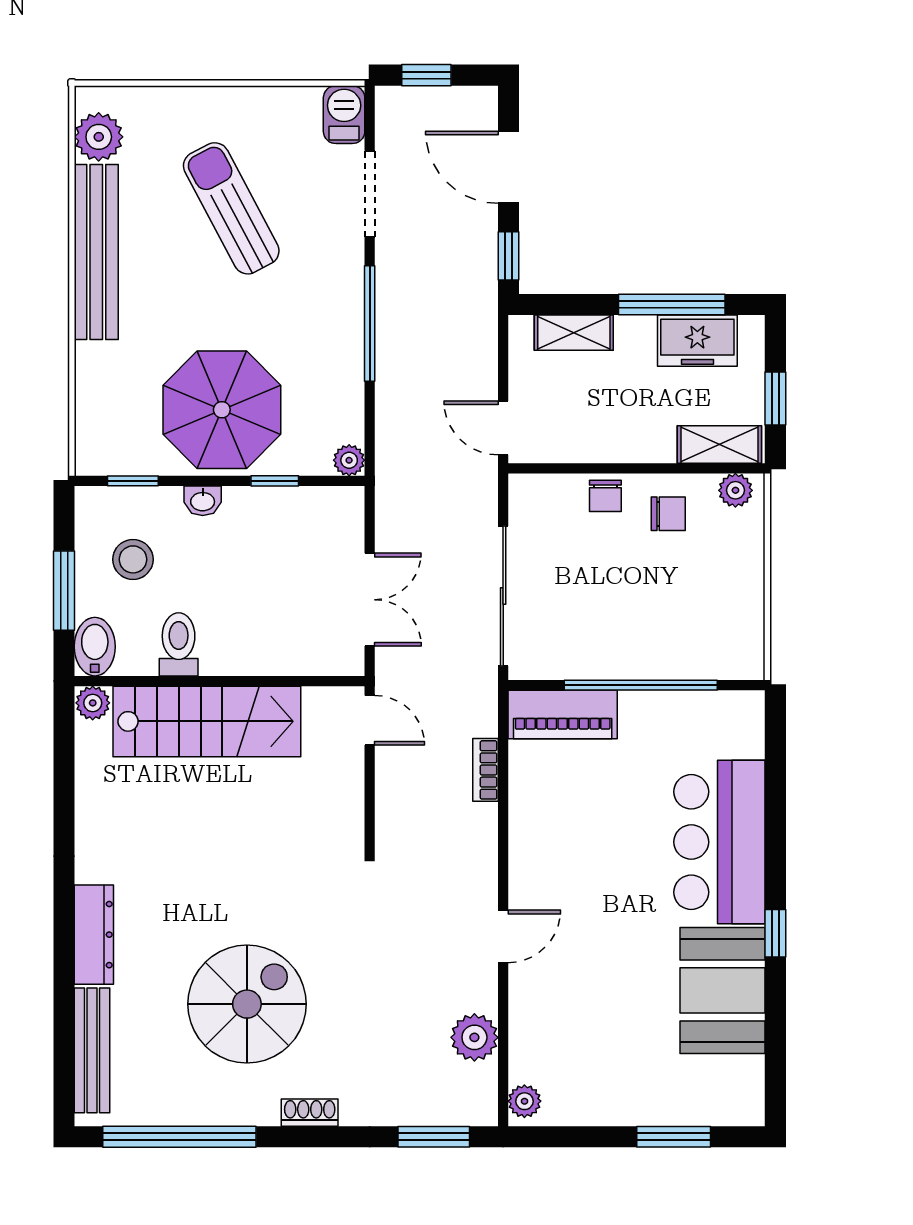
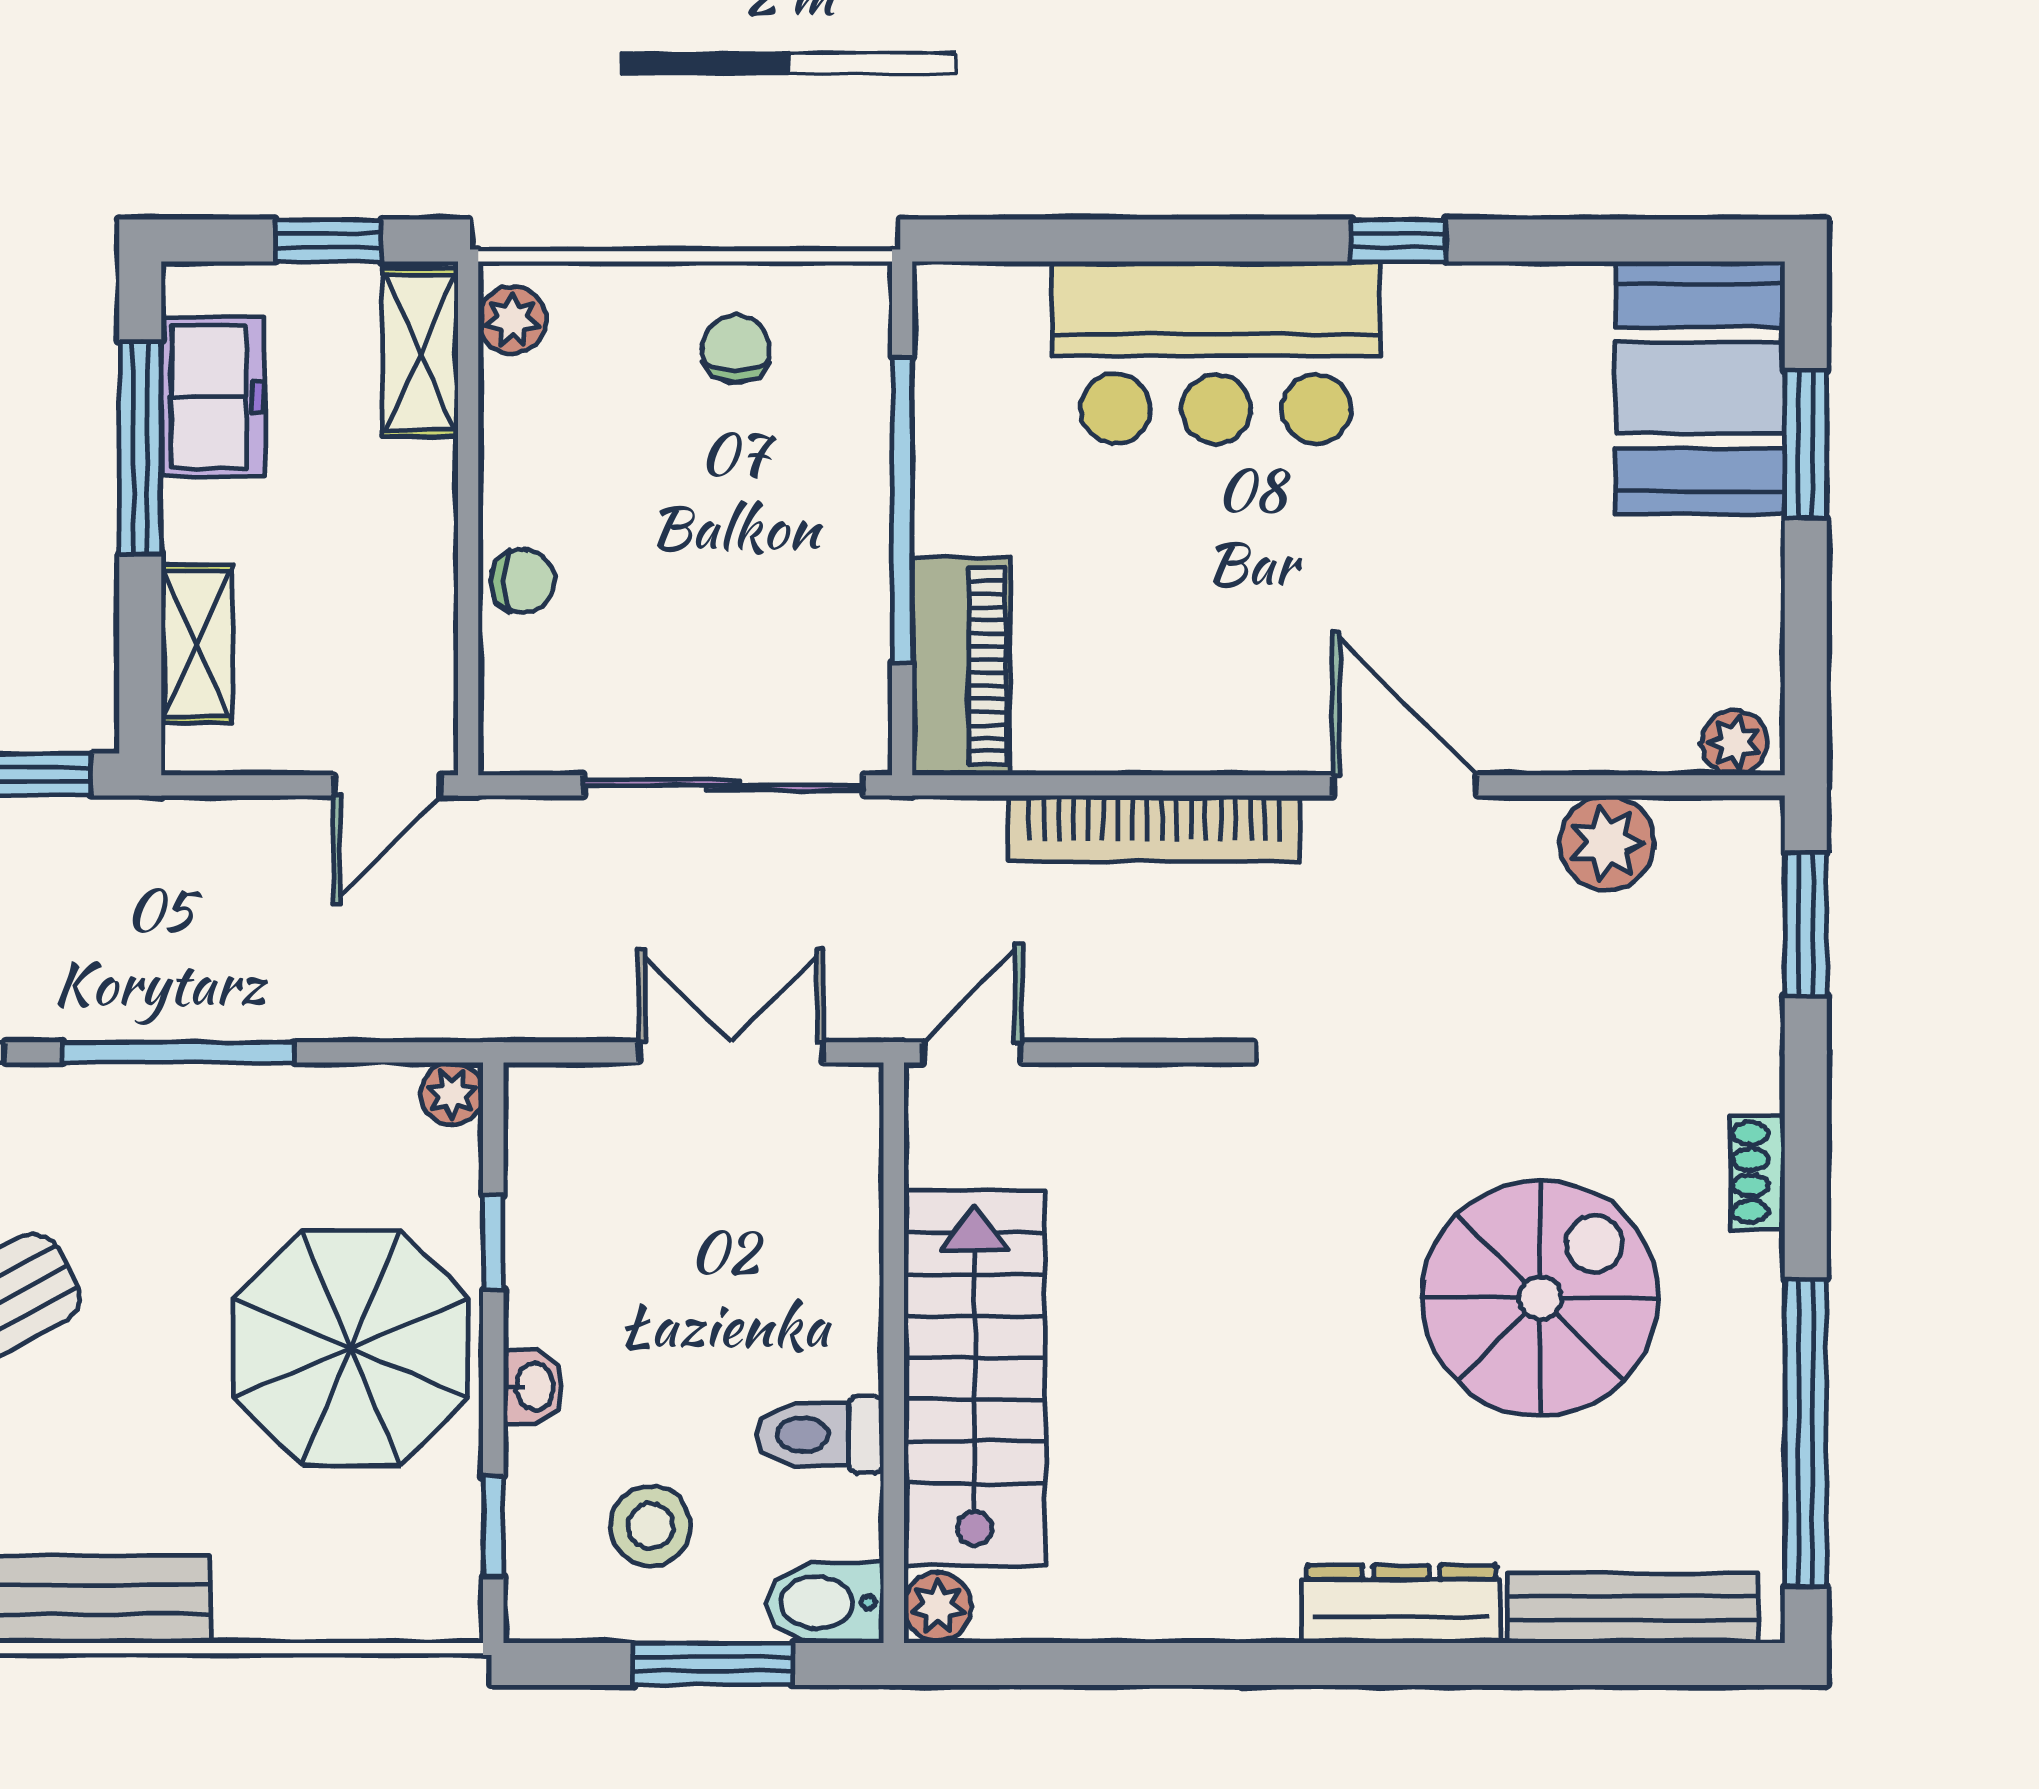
chair: (668, 514) -> (736, 349), moved
bookcase: (486, 770) -> (1154, 828), width x2.31, depth x1.31
door: (503, 936) -> (1405, 785), width x1.38
booth: (723, 990) -> (1700, 388), moved, turned 90
spiral stairs: (247, 1004) -> (1540, 1298), turned 90

